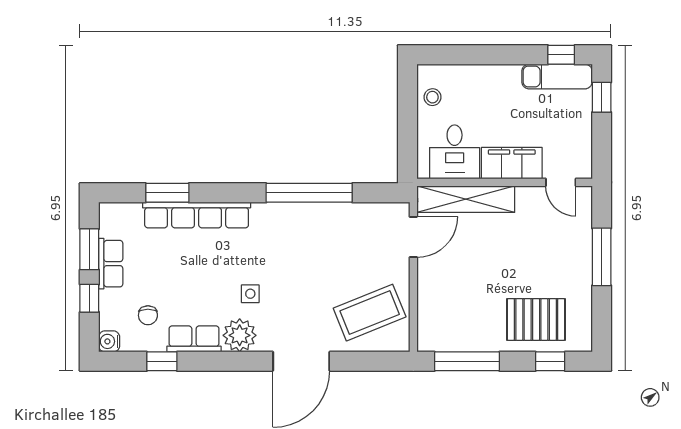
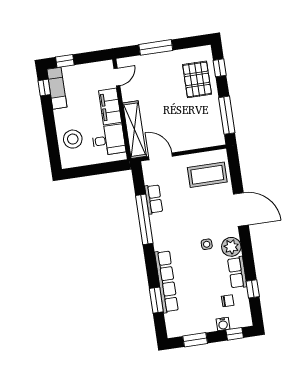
stool: (432, 97) -> (73, 139), moved, width x1.89, depth x1.89
row of seats: (111, 264) -> (154, 199), moved, turned 90
window: (89, 298) -> (235, 334), moved
coffee table: (370, 313) -> (207, 175), turned -68
water cooler: (109, 341) -> (223, 324), moved

